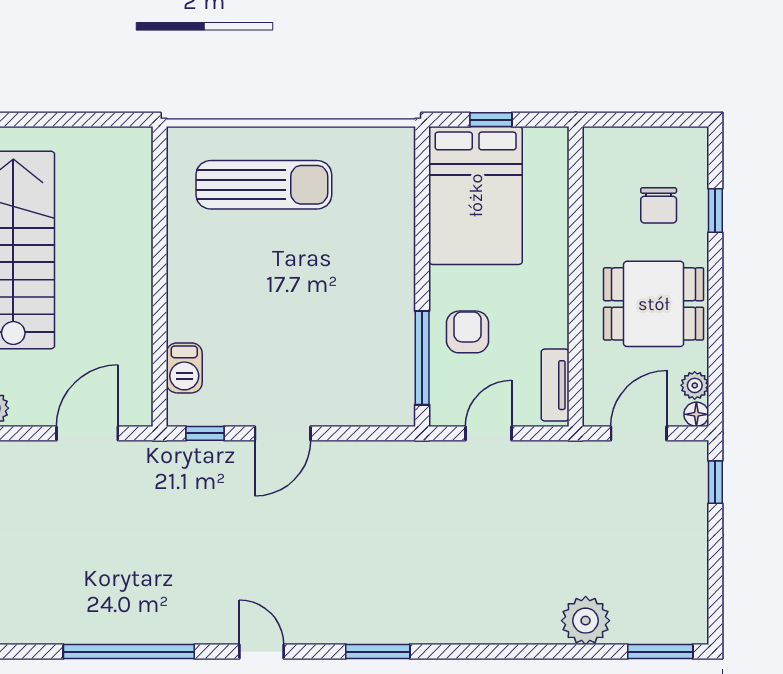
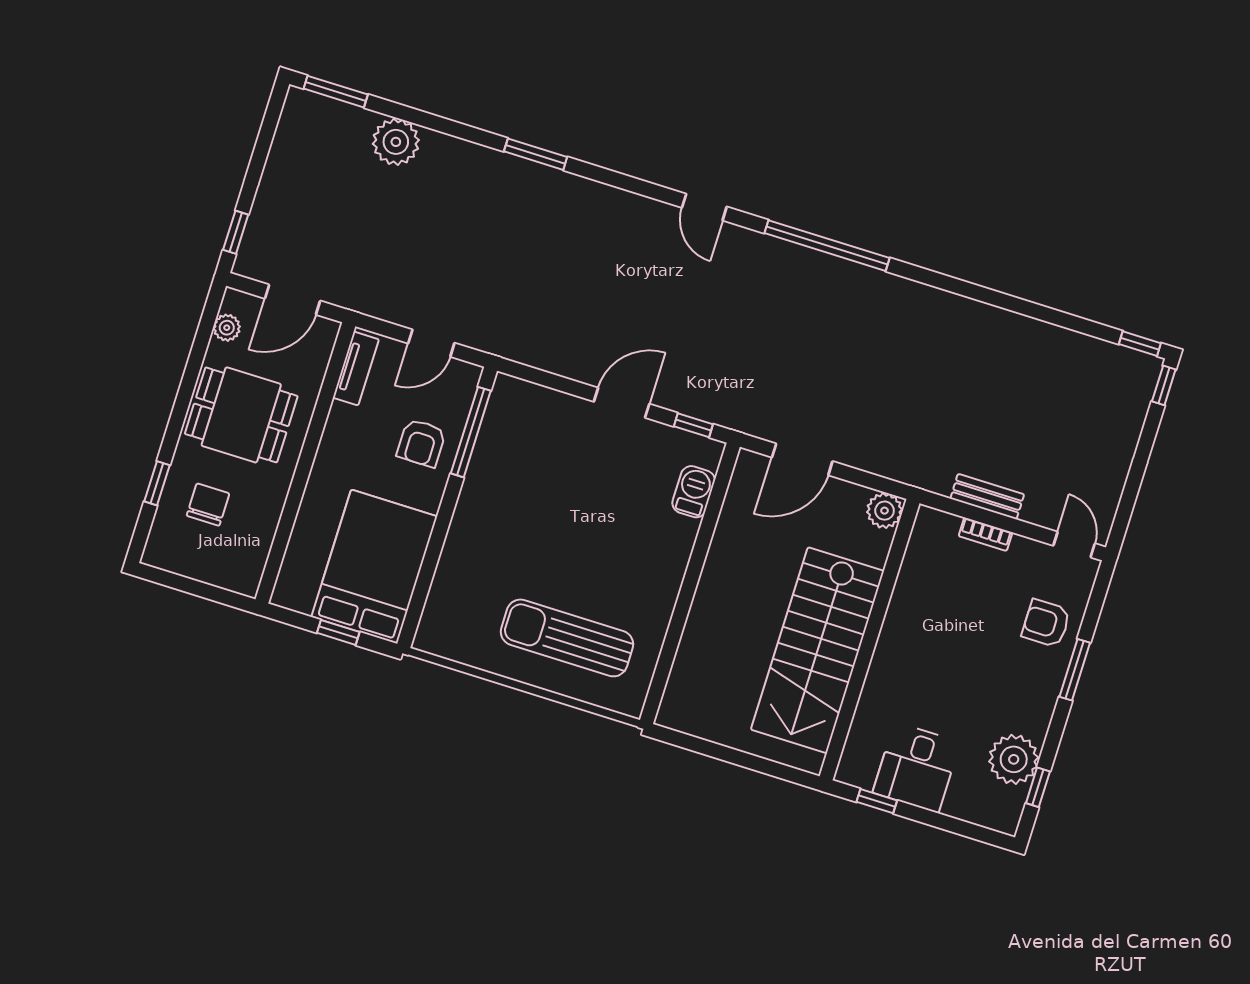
floor lamp: (696, 414) -> (234, 301), removed
window: (378, 652) -> (536, 154), moved

